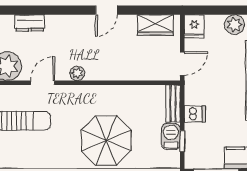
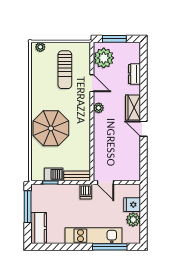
wardrobe: (155, 25) -> (133, 108), moved
fridge: (194, 26) -> (132, 205), moved
dishwasher: (195, 114) -> (86, 192), moved

